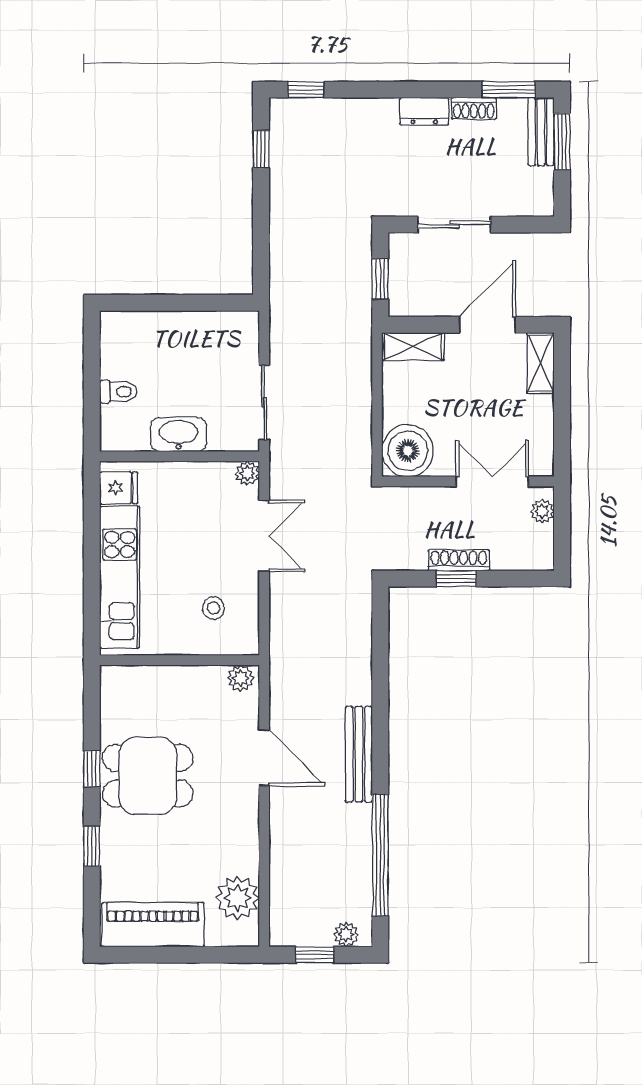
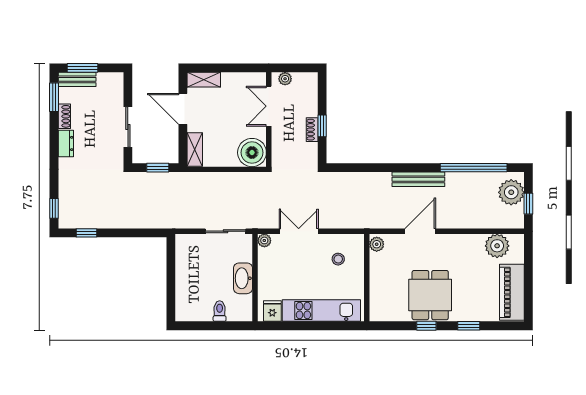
shoe rack: (459, 560) -> (312, 130), width x0.70
plant: (346, 934) -> (511, 192), width x1.88, depth x1.88

